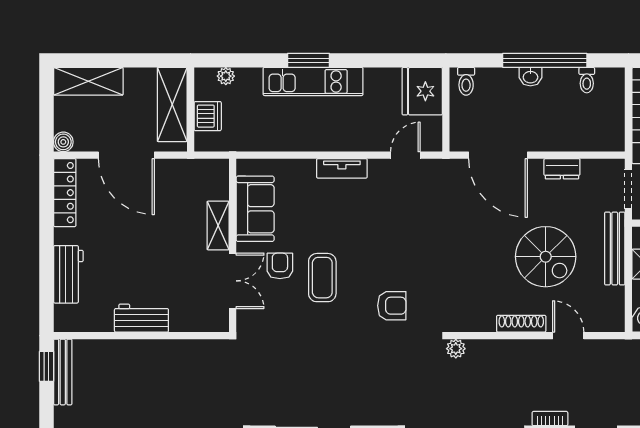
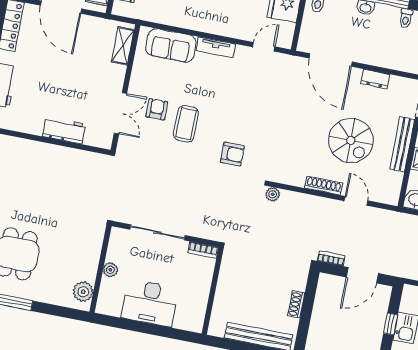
sofa: (255, 209) -> (171, 46), moved, turned 90
shelving: (218, 226) -> (123, 46), moved
workbench: (141, 318) -> (64, 130), moved

